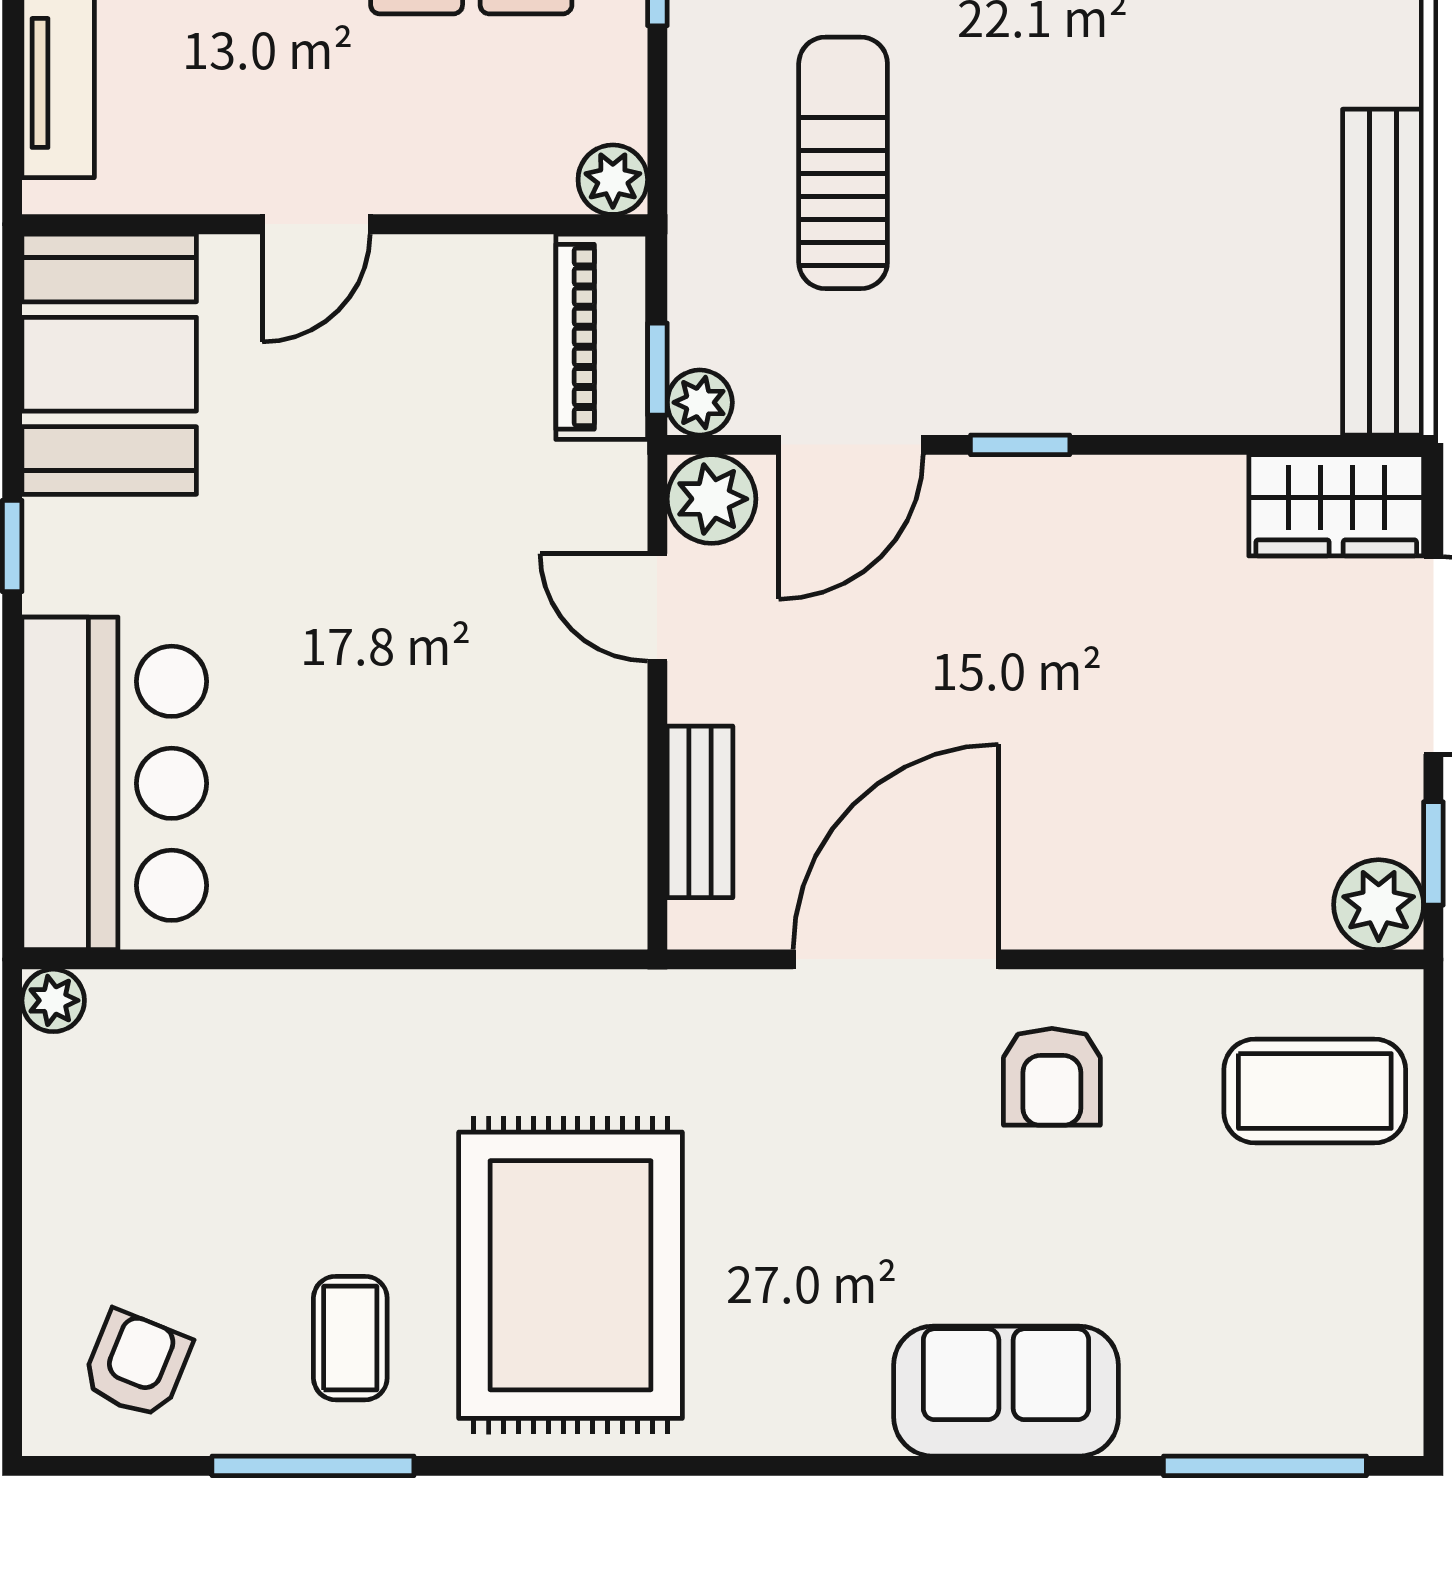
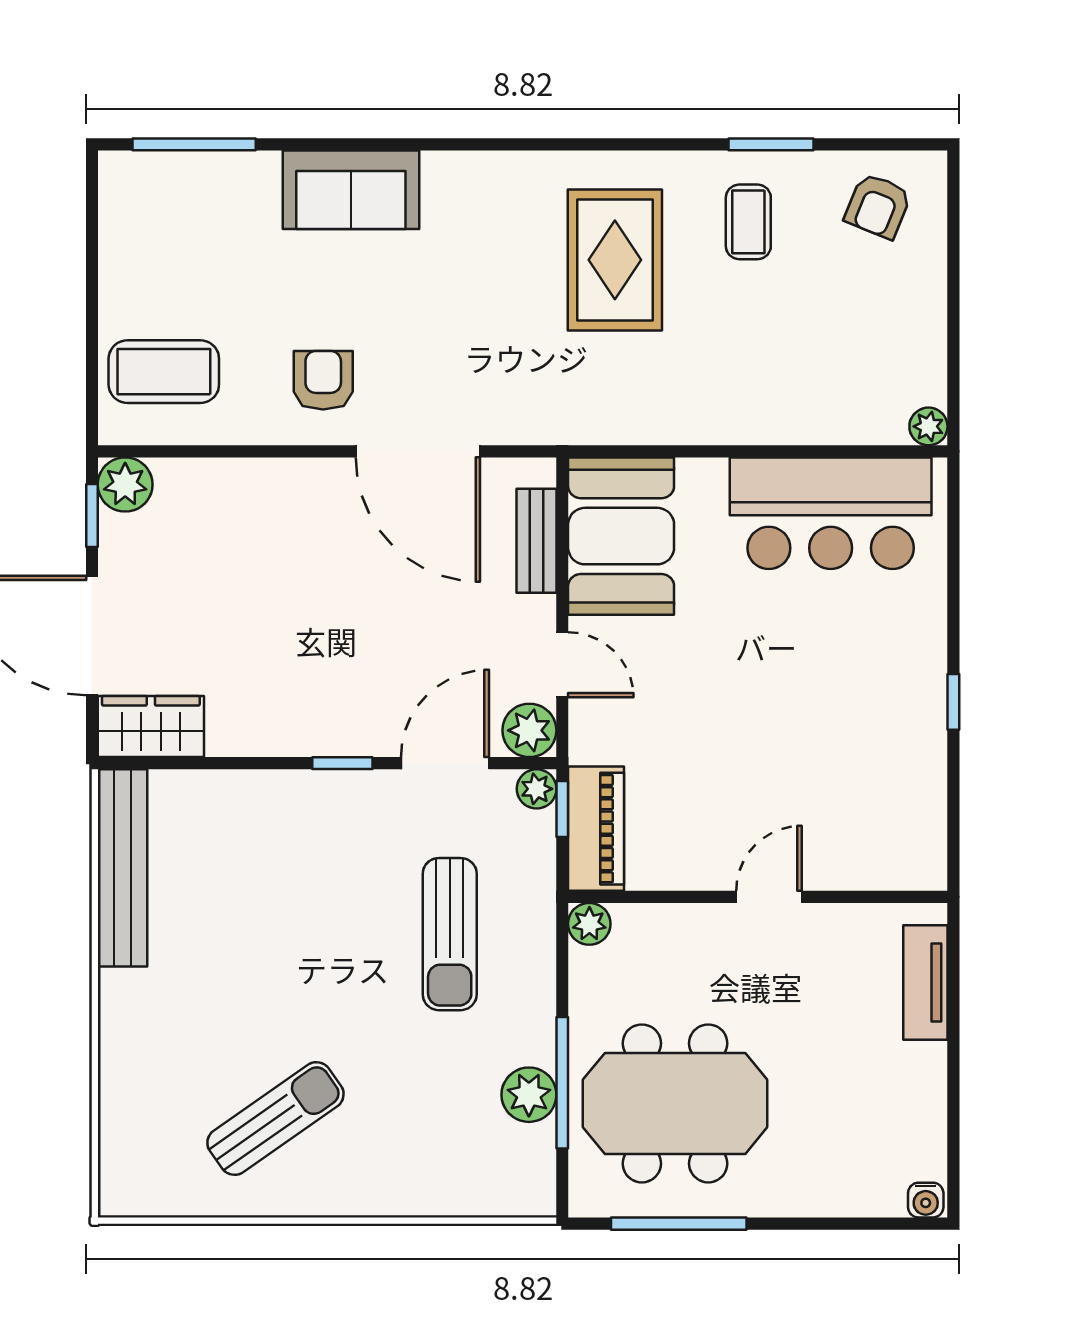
booth: (109, 364) -> (621, 536), moved
bar counter: (114, 783) -> (831, 513), moved, turned -90
door: (896, 959) -> (418, 451), hinge flipped
rug: (571, 1275) -> (615, 260), width x0.73, depth x0.69
window: (313, 1466) -> (771, 144), width x0.69

